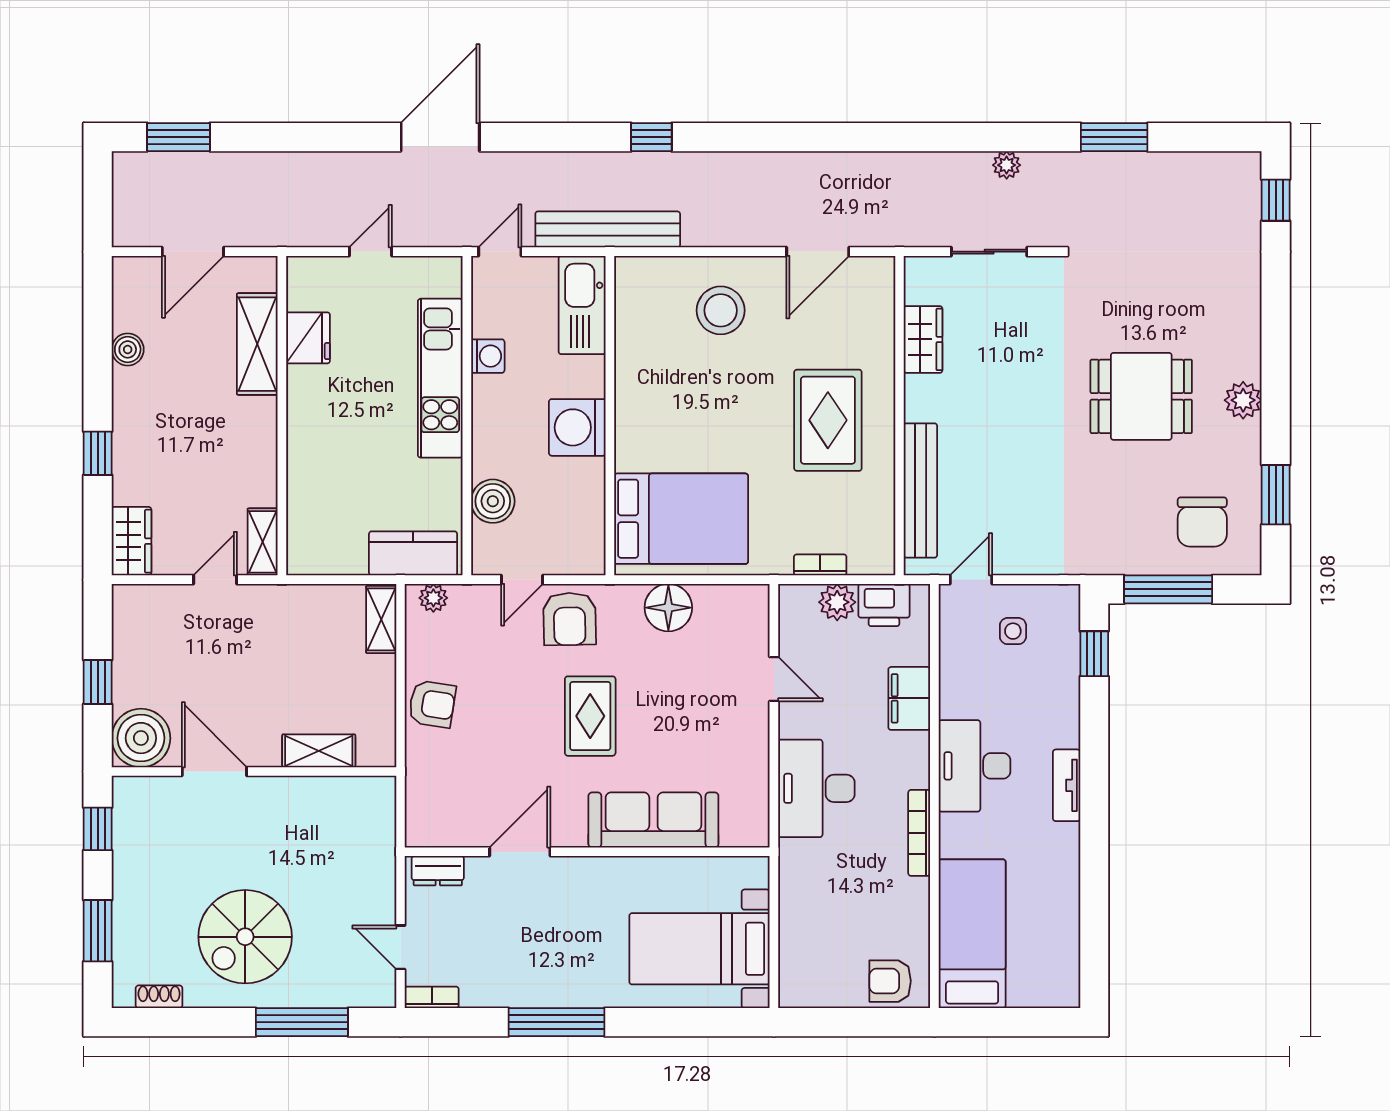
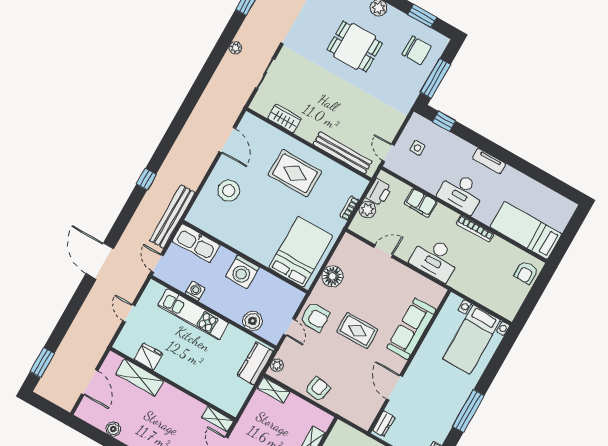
dining table: (1141, 396) -> (355, 46), turned 90

